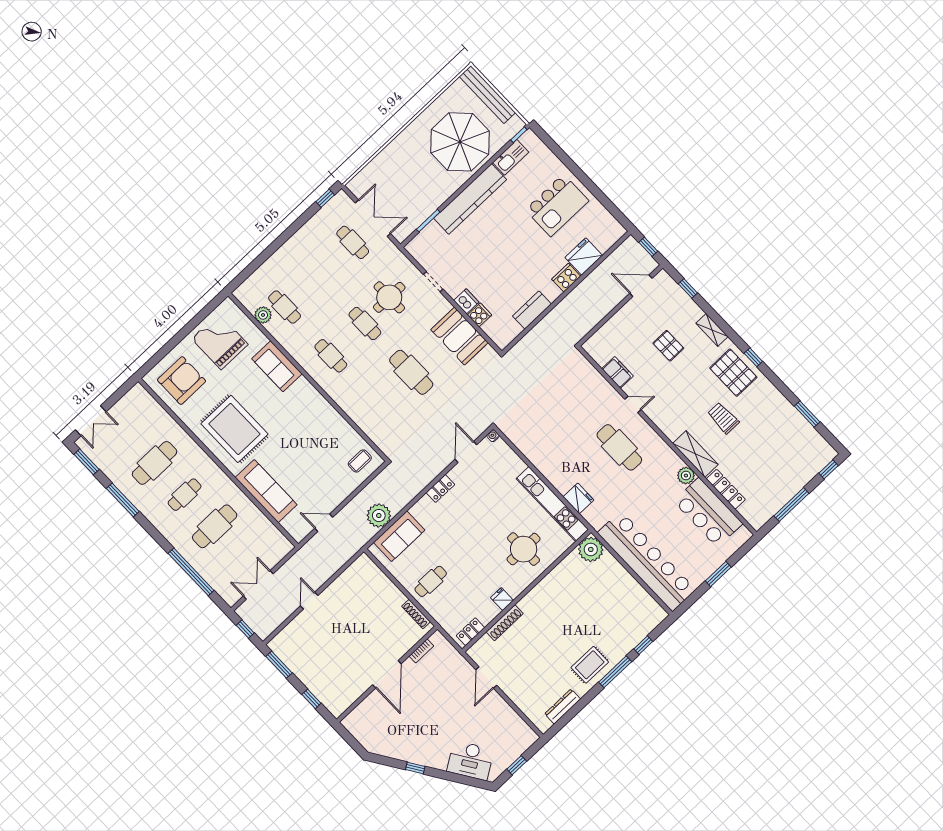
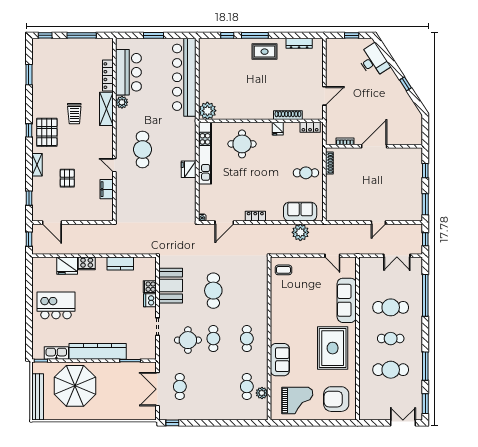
grand piano: (220, 342) -> (297, 400), turned -90
fridge: (578, 498) -> (189, 169), moved

